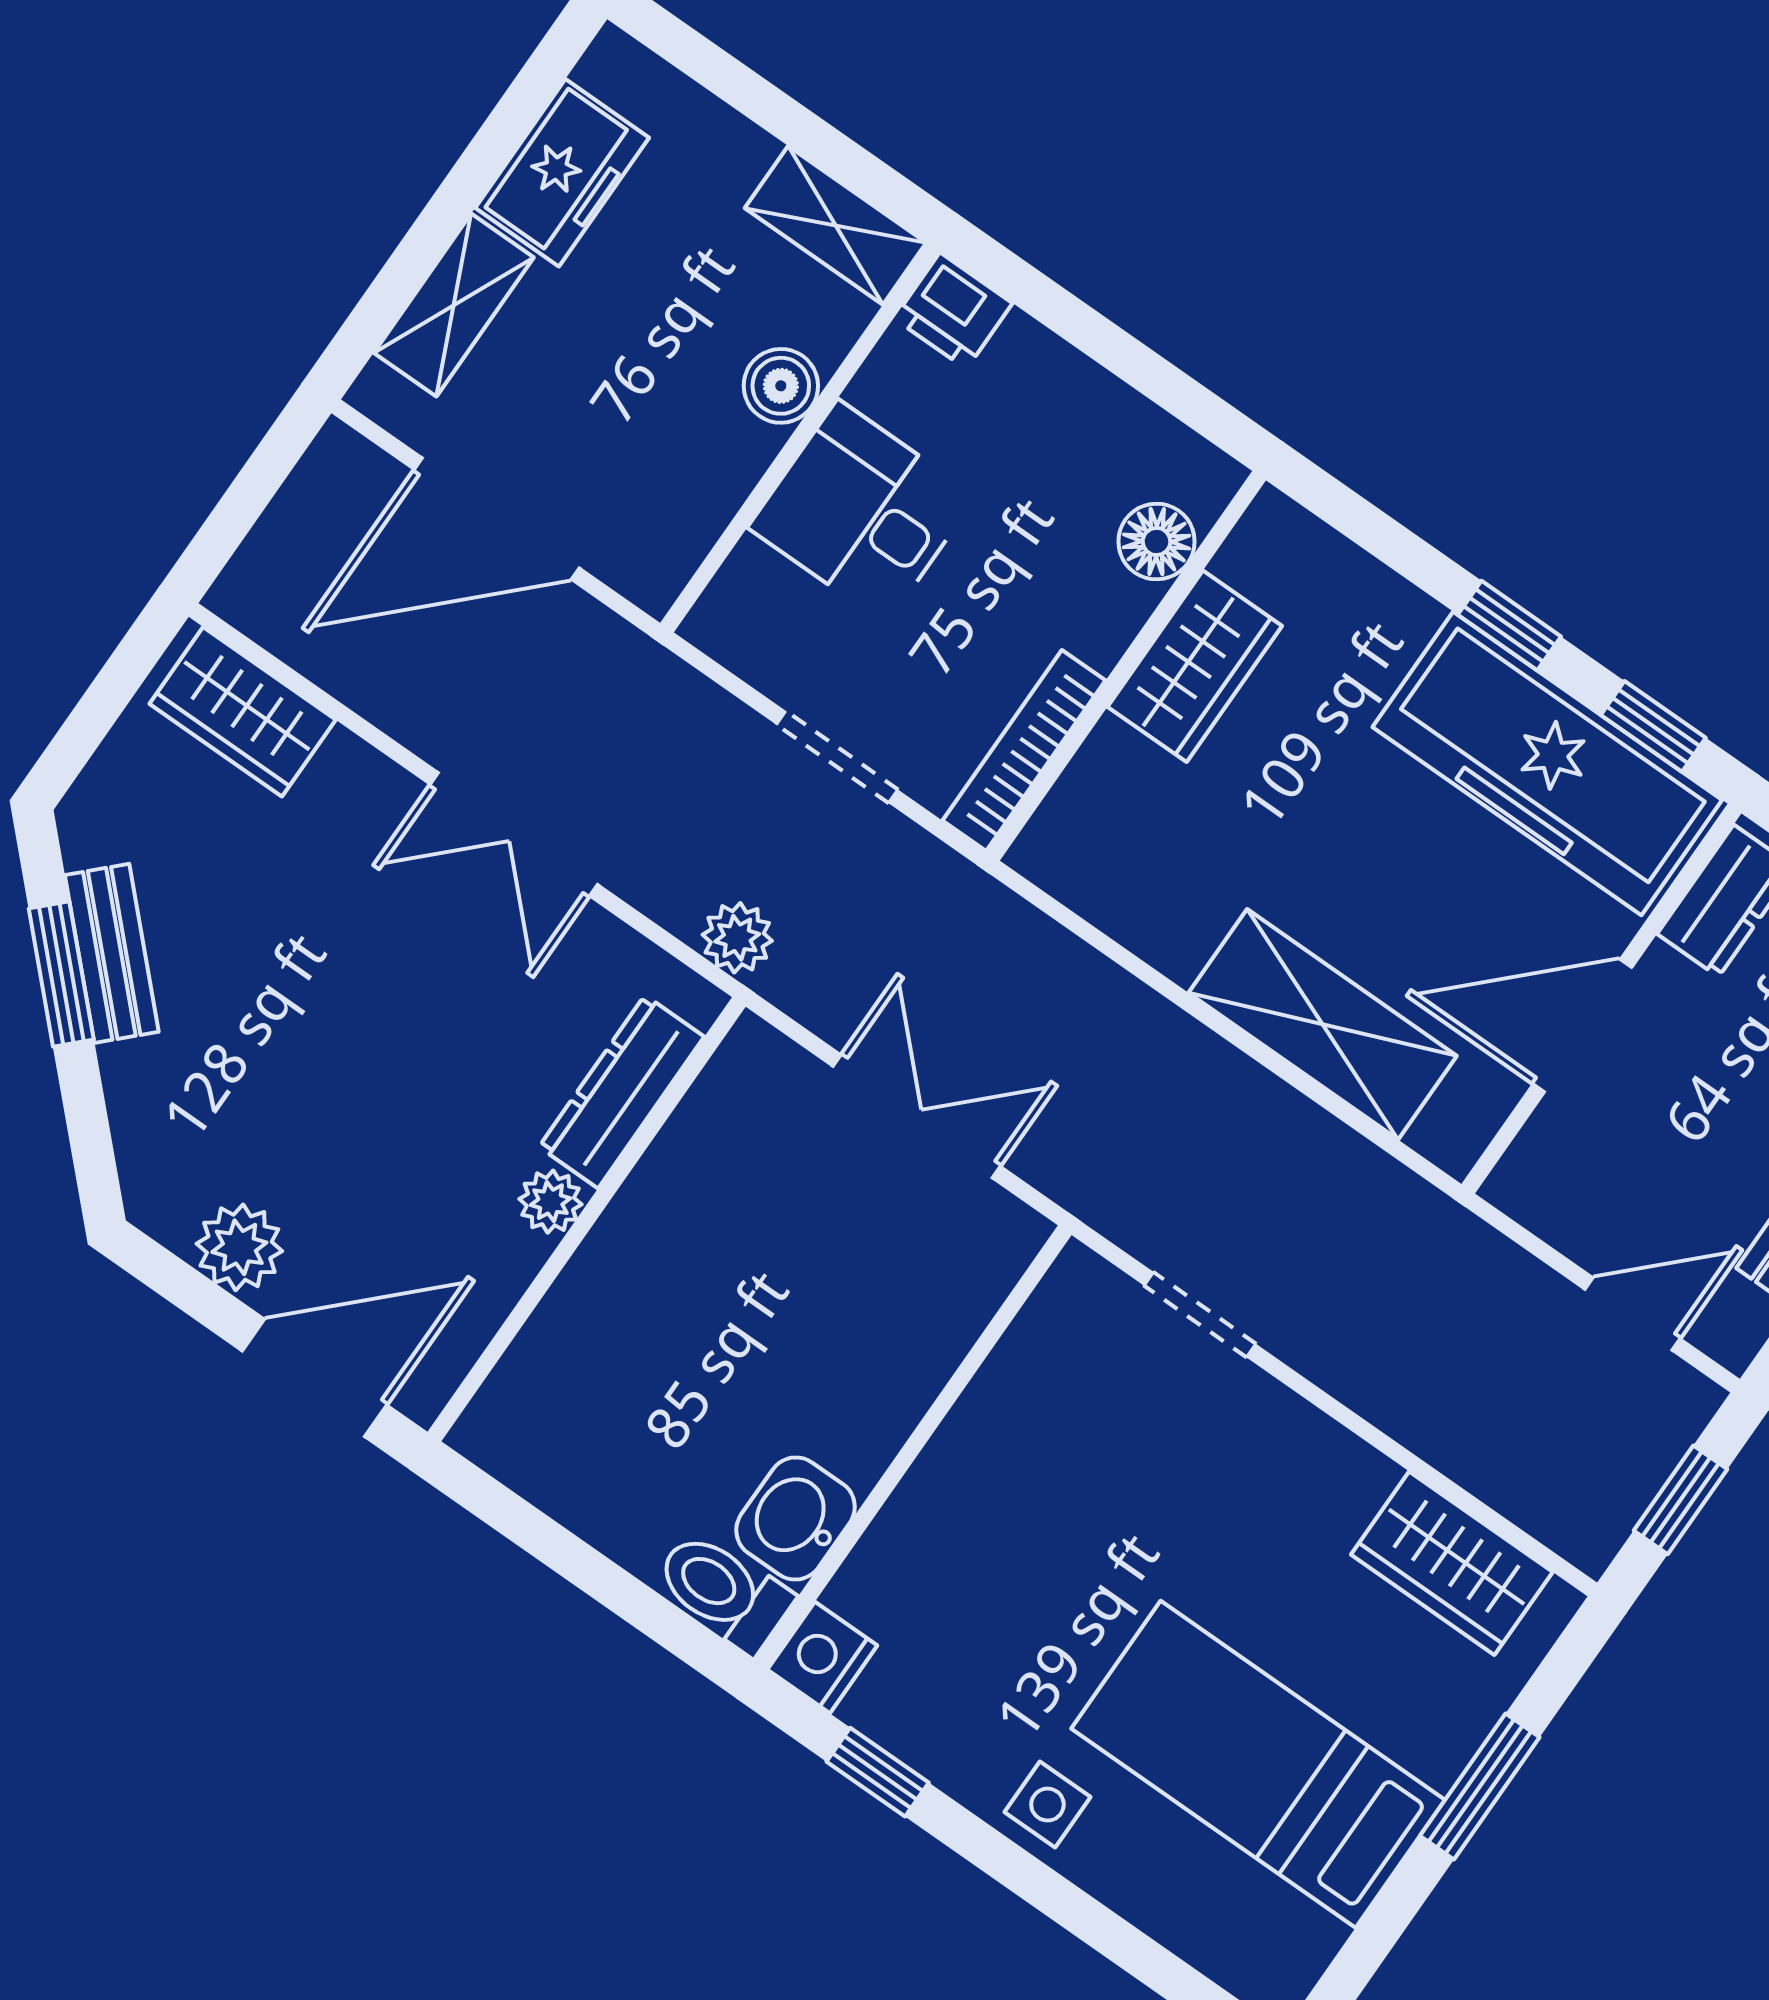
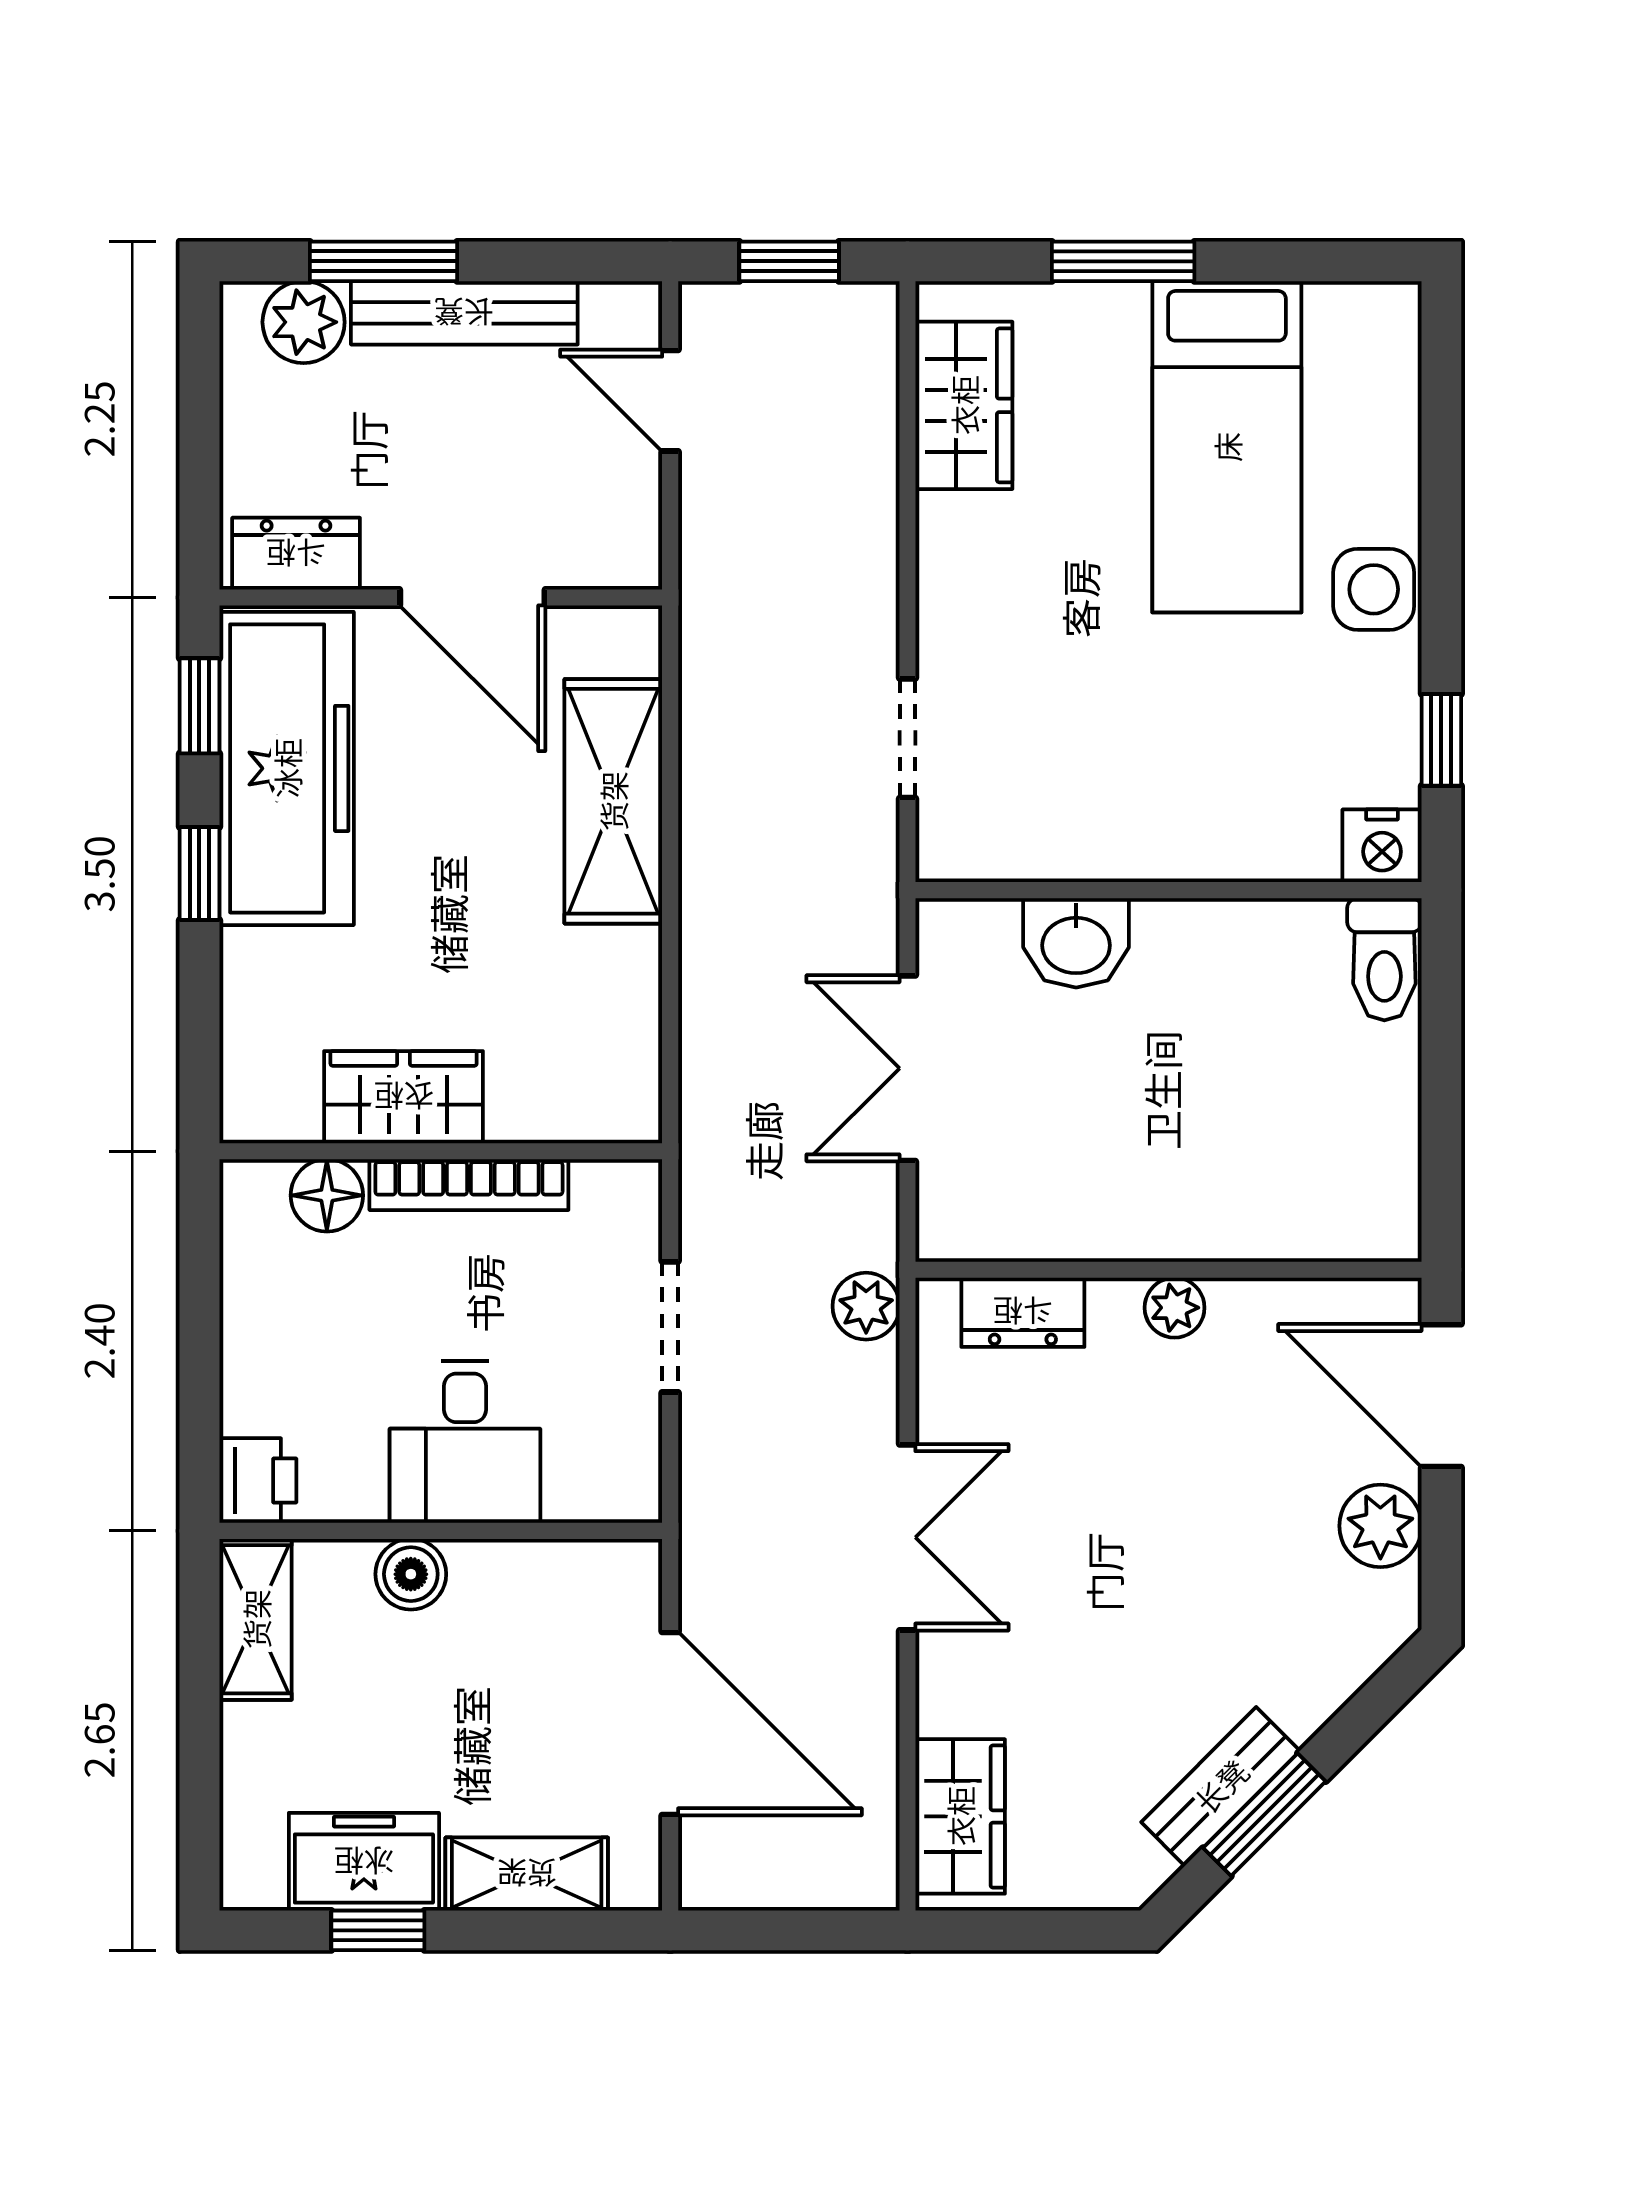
window: (495, 143) -> (378, 1930), added
bookcase: (1024, 750) -> (469, 1185), moved
dresser: (621, 1092) -> (1023, 1312), width x0.70
washbasin: (796, 1518) -> (1076, 943), moved
side table: (1047, 1805) -> (1374, 589), width x1.37, depth x1.37

